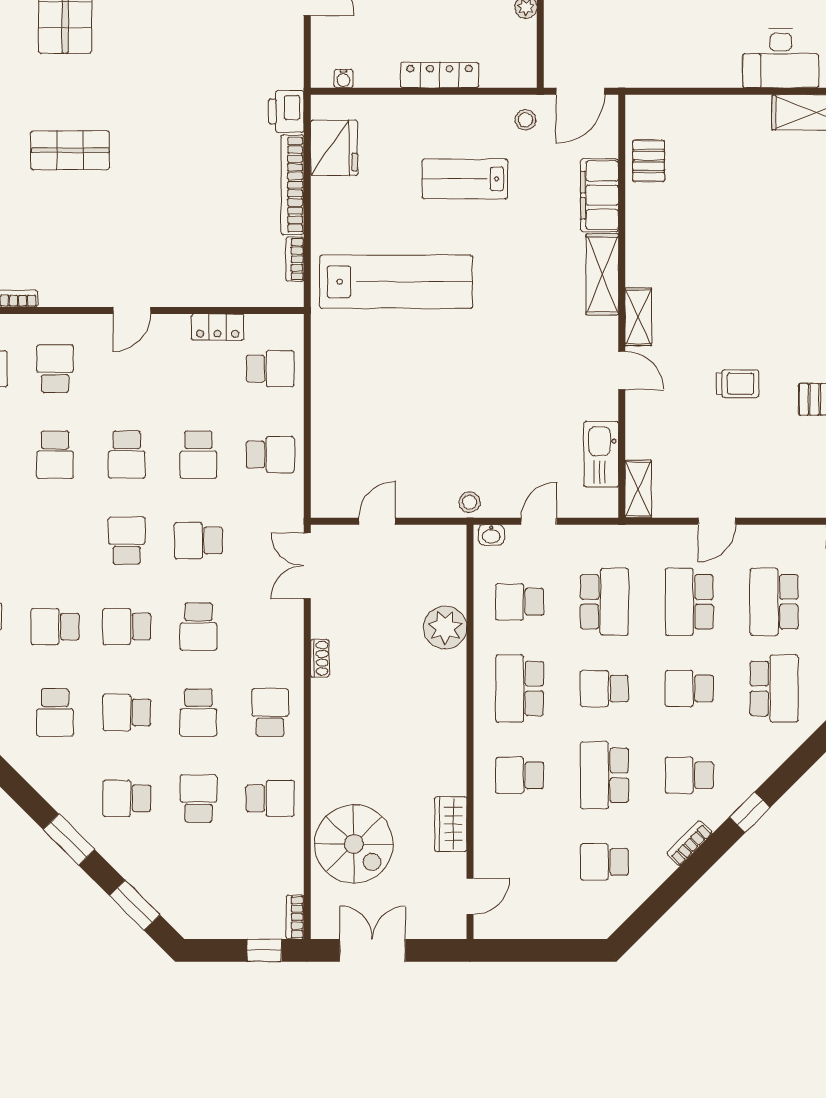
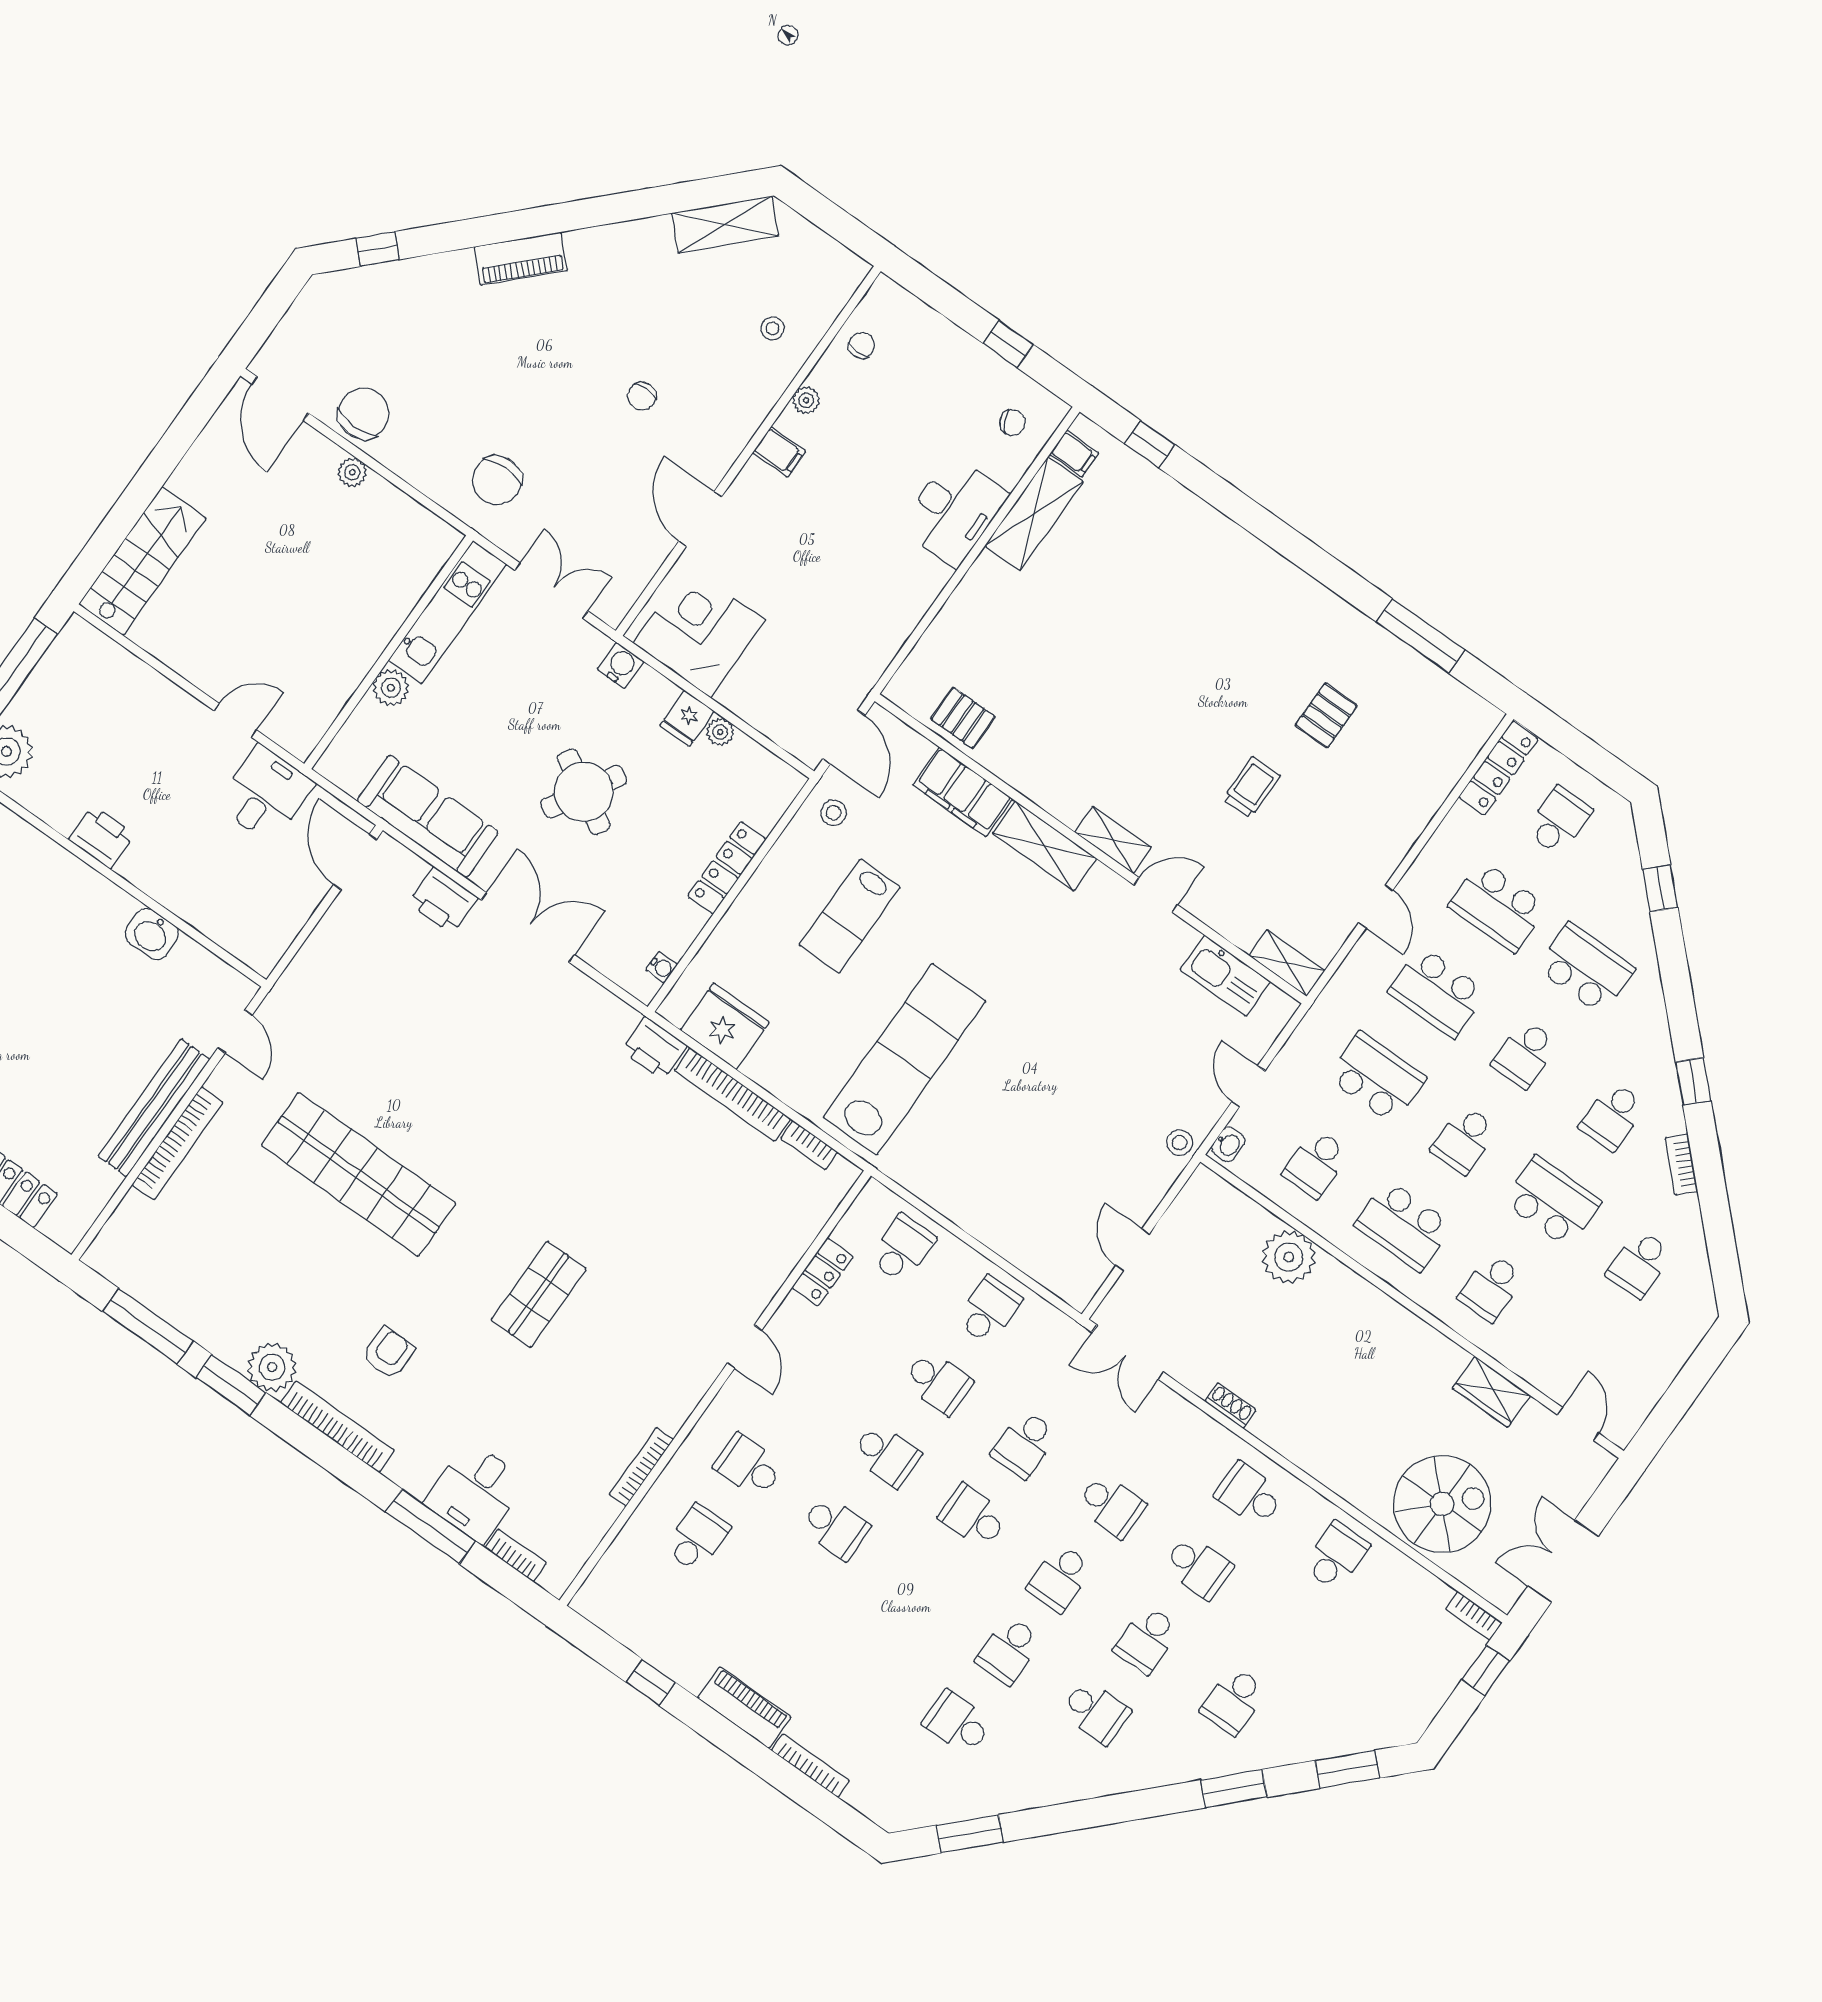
school desk: (604, 775) -> (1552, 1202), turned 180
school desk: (198, 798) -> (1285, 1628), removed

